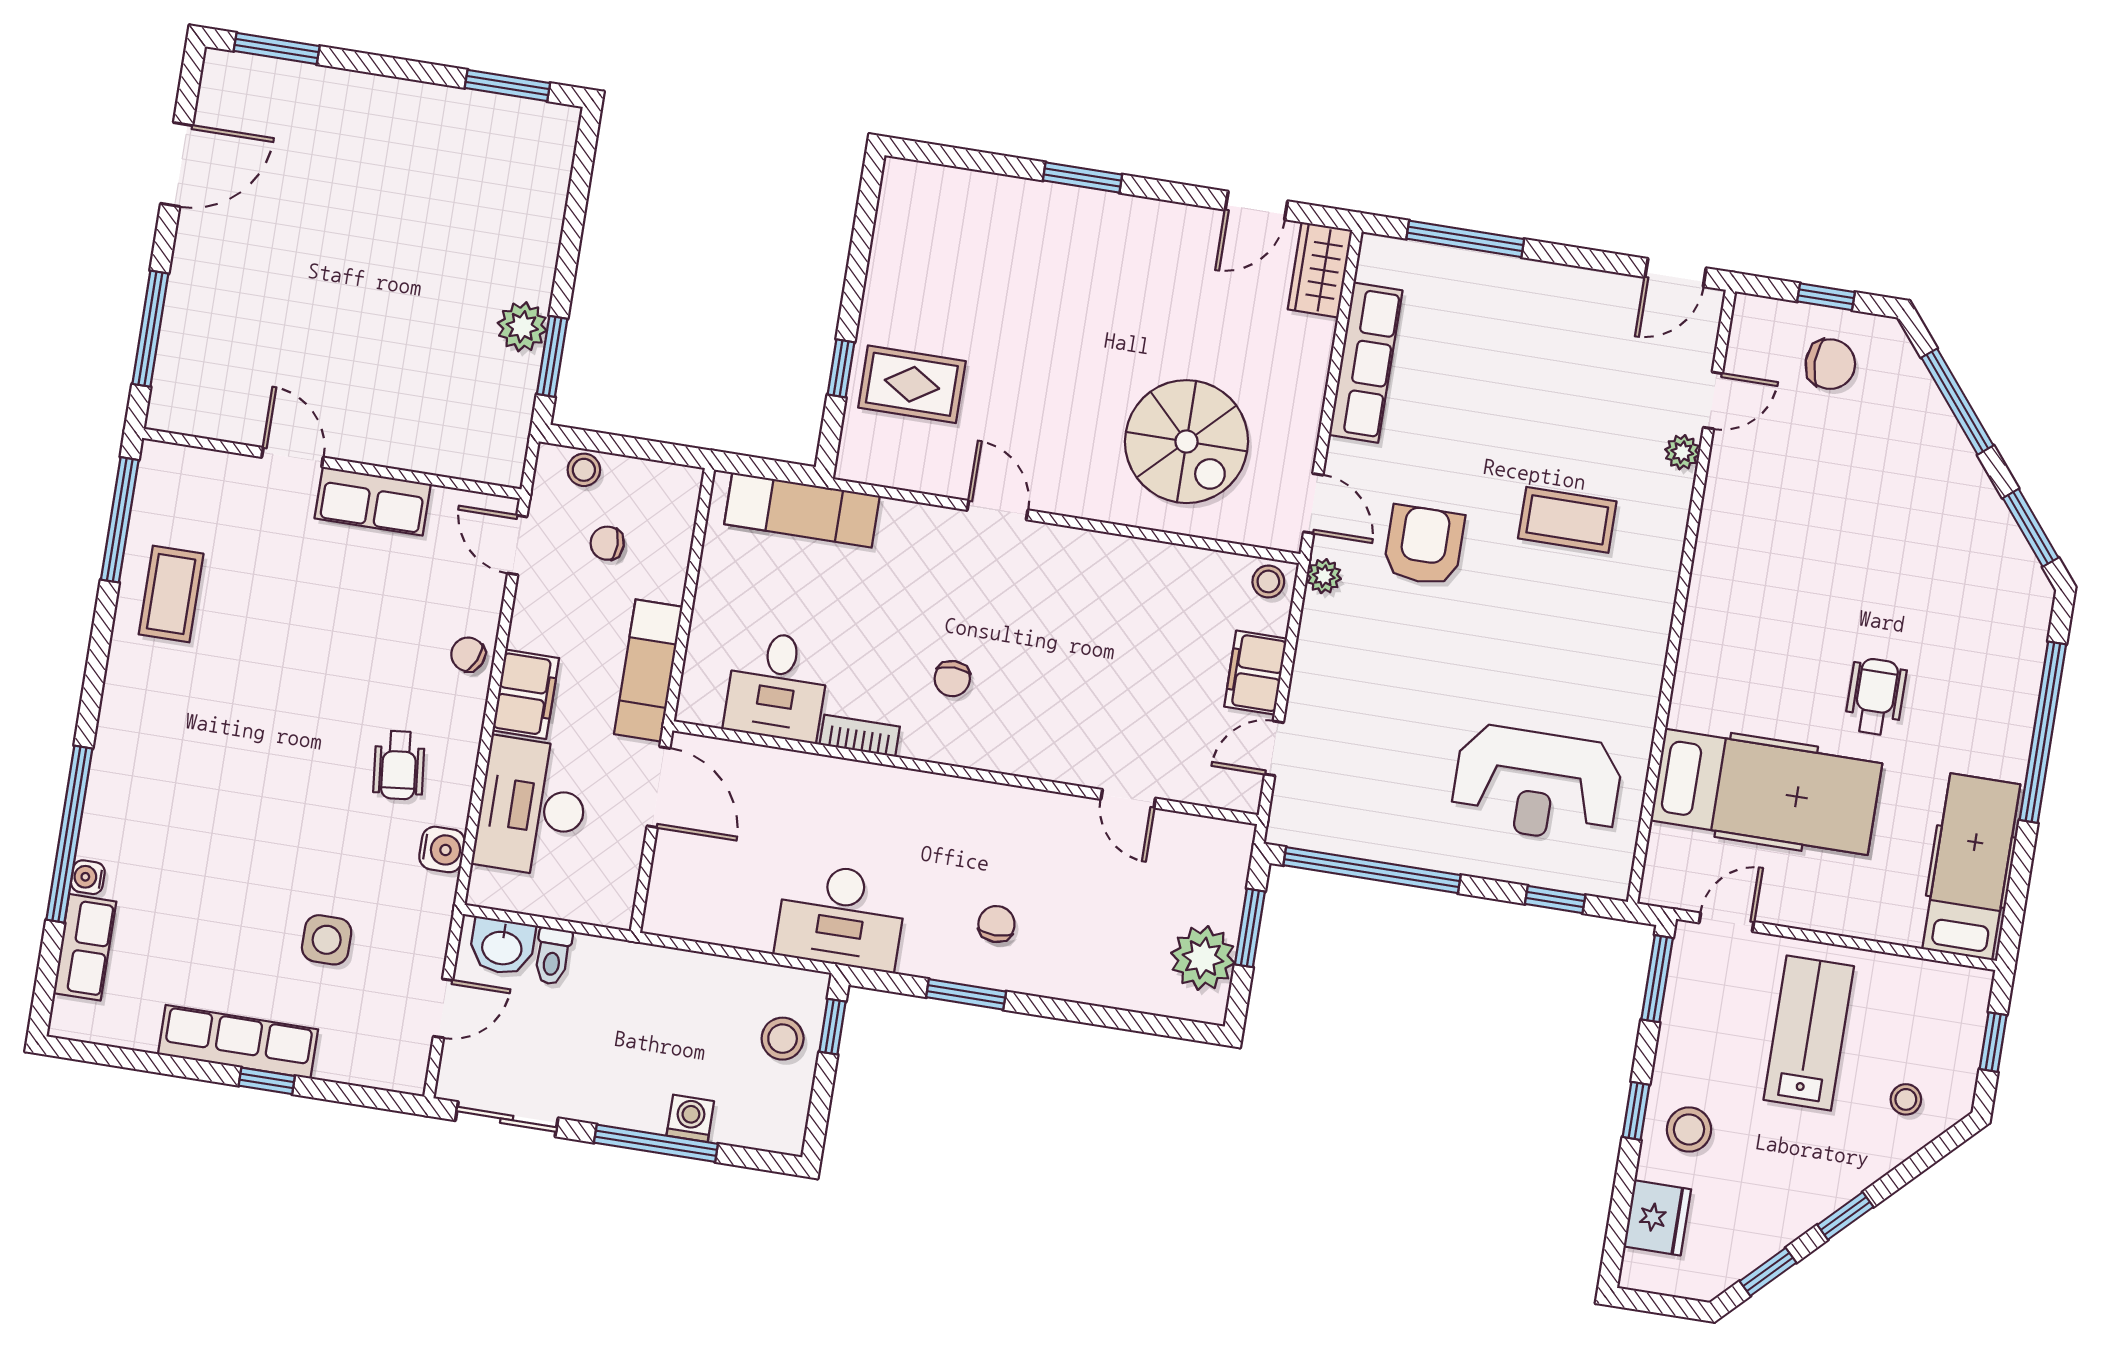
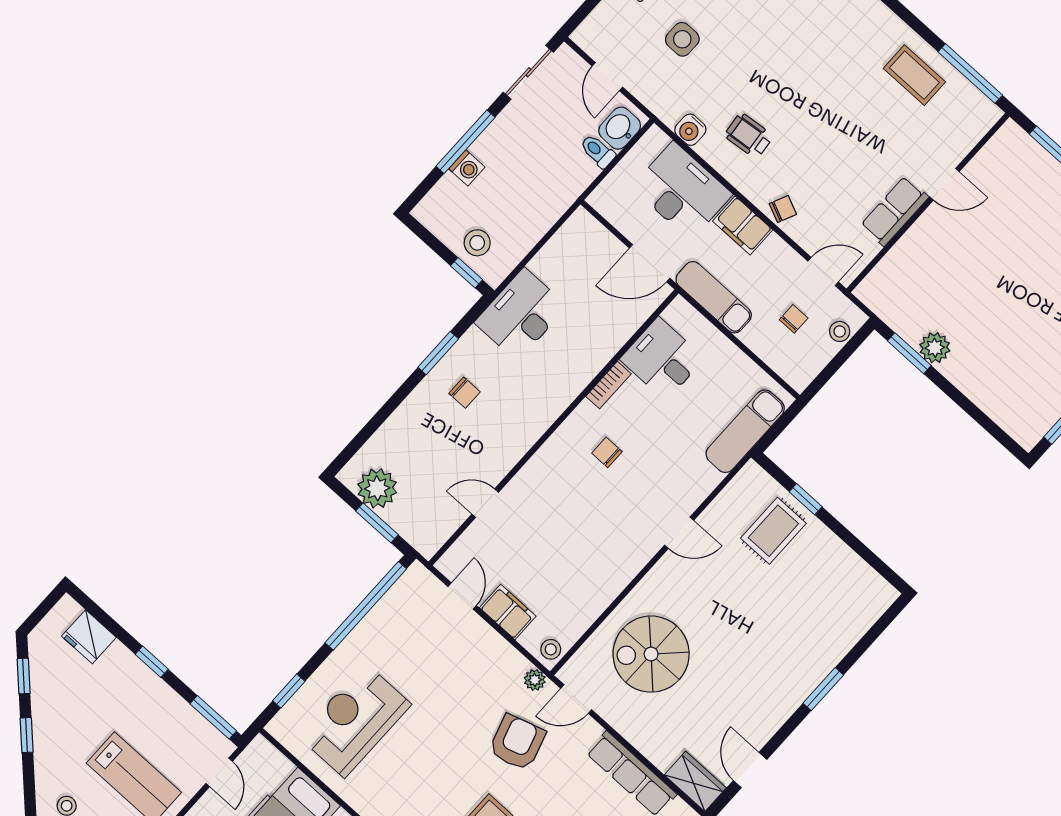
armchair: (1424, 545) -> (517, 742), turned -107
stool: (1689, 1129) -> (124, 683), removed

